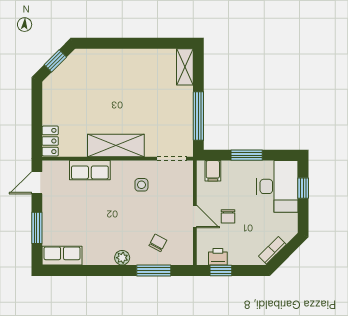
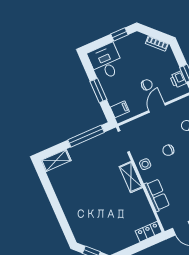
shelving: (116, 146) -> (131, 177), width x0.67, depth x0.75
side table: (141, 185) -> (145, 164), moved
desk: (277, 186) -> (106, 62), width x0.73
window: (303, 188) -> (119, 34), moved
chair: (138, 208) -> (168, 150), added

